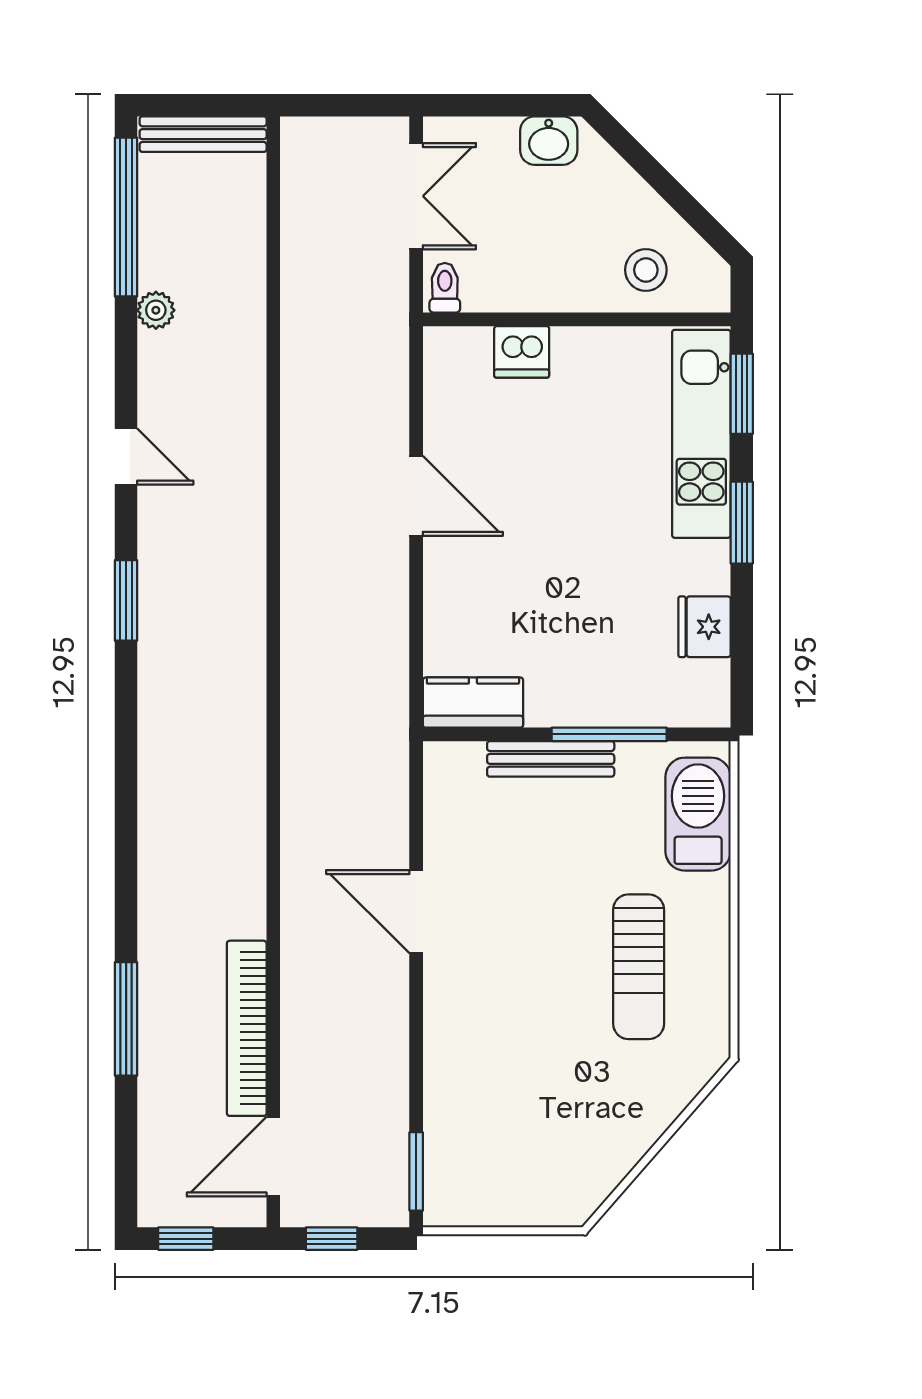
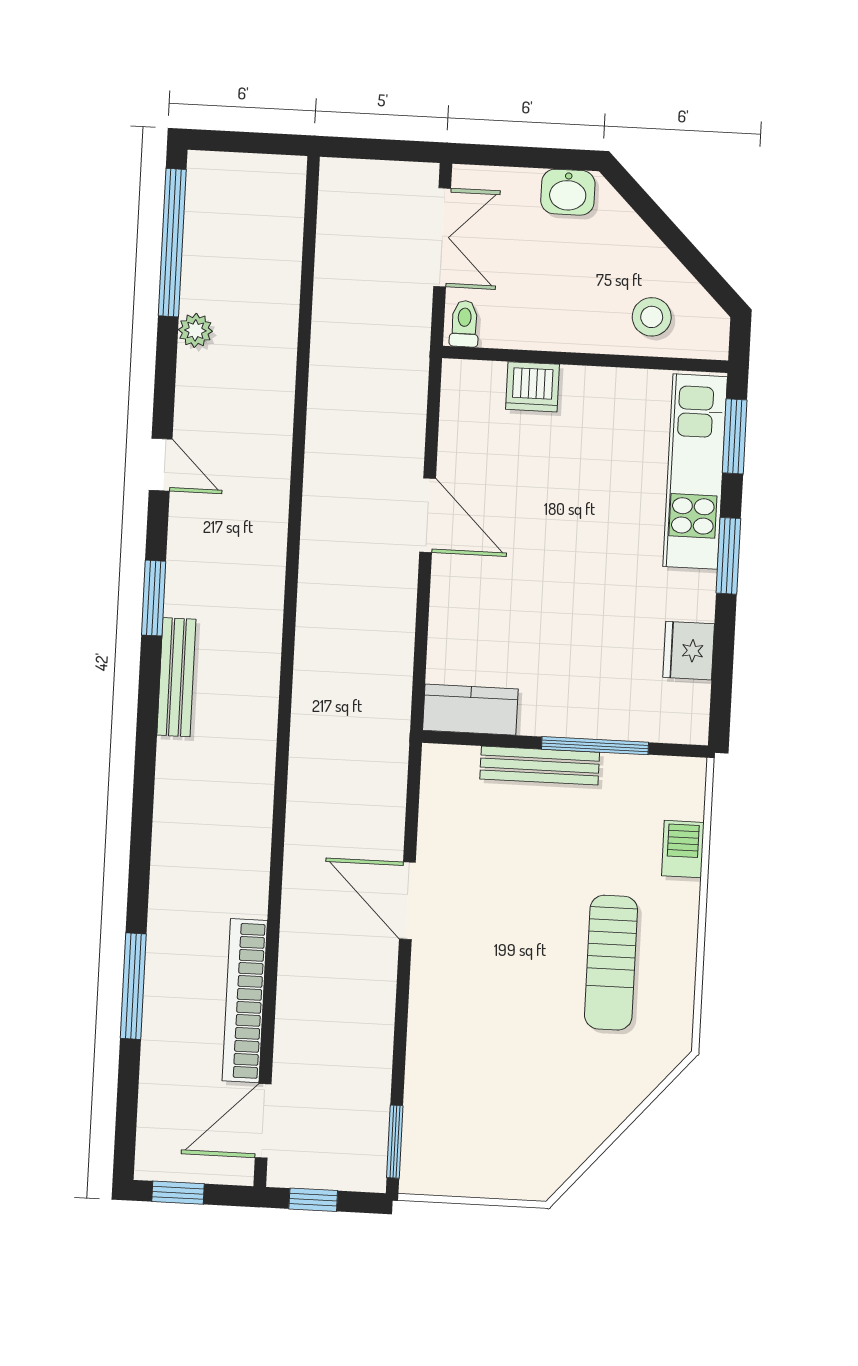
bench: (203, 134) -> (176, 677), moved, turned 90
barbecue: (698, 814) -> (683, 849), width x0.53, depth x0.65

